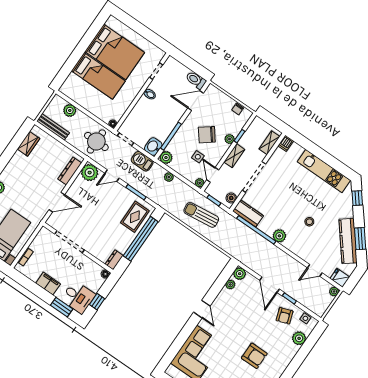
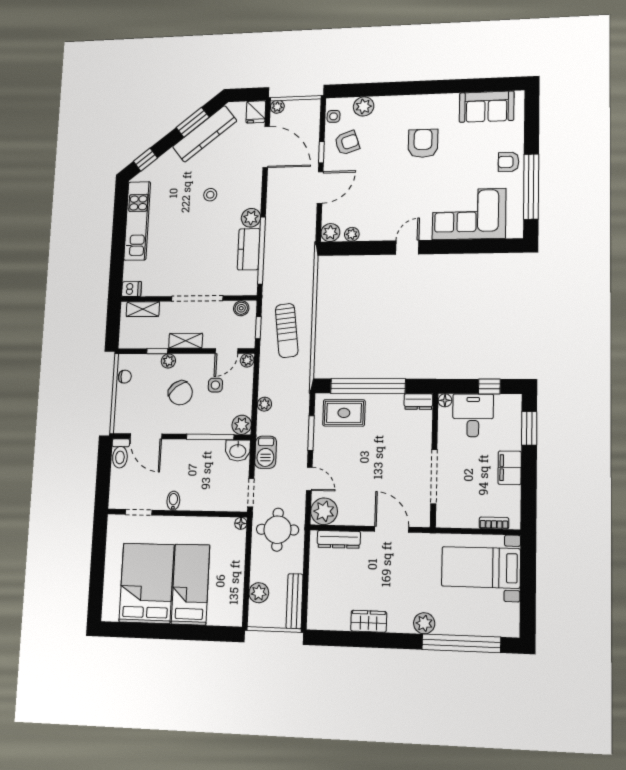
wardrobe: (28, 144) -> (369, 621), moved
kitchen counter: (248, 213) -> (249, 249), moved
door: (315, 270) -> (266, 147), width x1.88
desk: (78, 297) -> (473, 415), moved

